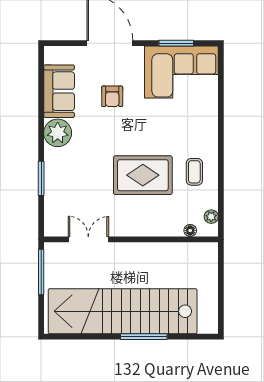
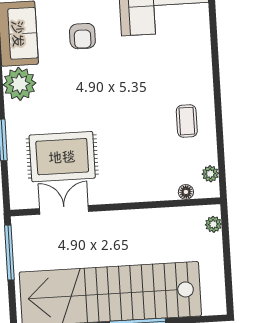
rug: (143, 175) -> (62, 157), moved
plant: (211, 259) -> (213, 224), added

